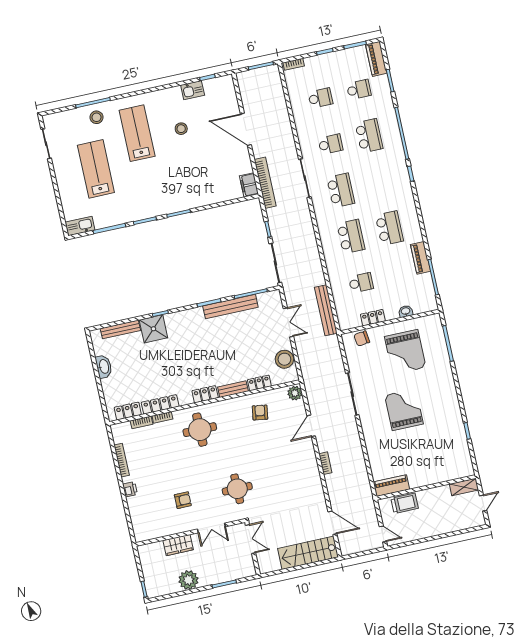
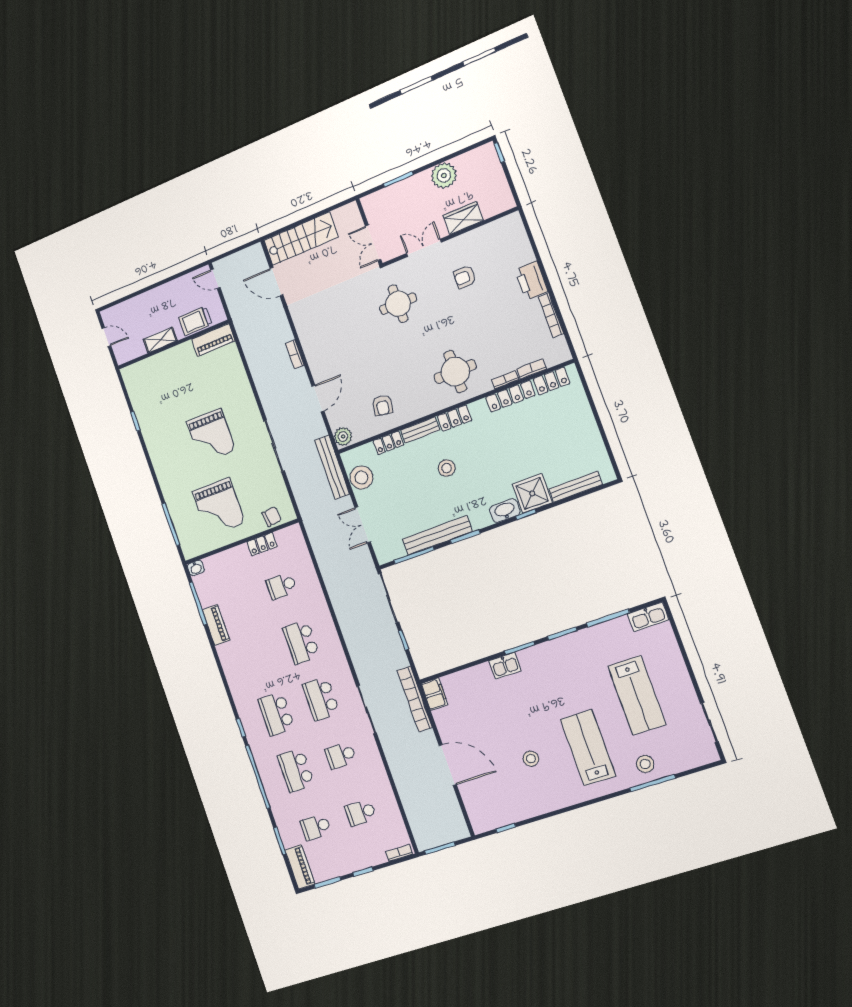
kitchen sink: (193, 90) -> (505, 666), moved, turned 180
lab bench: (137, 133) -> (588, 748), turned 180
school desk: (389, 228) -> (276, 714), moved
bench: (326, 310) -> (332, 467), moved
washbasin: (406, 311) -> (196, 568), moved
grand piano: (405, 352) -> (219, 507), turned 180
stool: (216, 357) -> (447, 468), added
washbasin: (104, 367) -> (505, 511), moved, turned 90
shelving: (464, 487) -> (160, 340), moved
printer: (130, 489) -> (531, 281), width x1.87, depth x1.48
door: (483, 503) -> (106, 337), swing flipped

